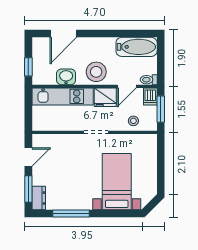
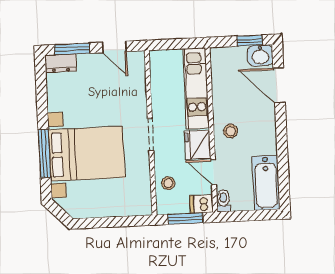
window: (28, 67) -> (250, 41), moved
stool: (96, 72) -> (231, 131), width x0.53, depth x0.53
washbasin: (66, 77) -> (260, 55), moved, turned 90
bed with nightstands: (117, 182) -> (87, 154), width x1.36
window: (71, 214) -> (44, 153), moved

